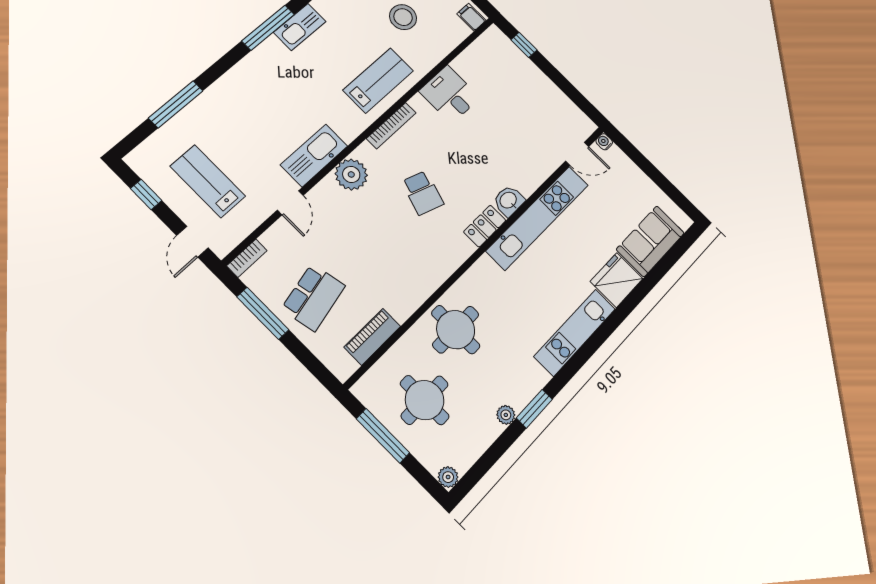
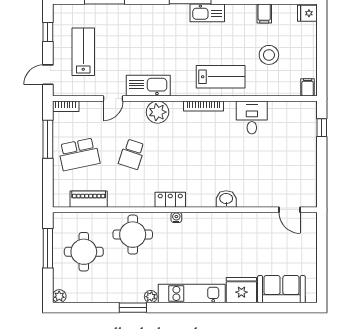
water cooler: (604, 142) -> (176, 217), moved
school desk: (423, 193) -> (132, 154), moved
kitchen unit: (538, 218) -> (233, 221), removed
locker: (485, 226) -> (170, 200), moved
plant: (506, 415) -> (151, 297), moved

